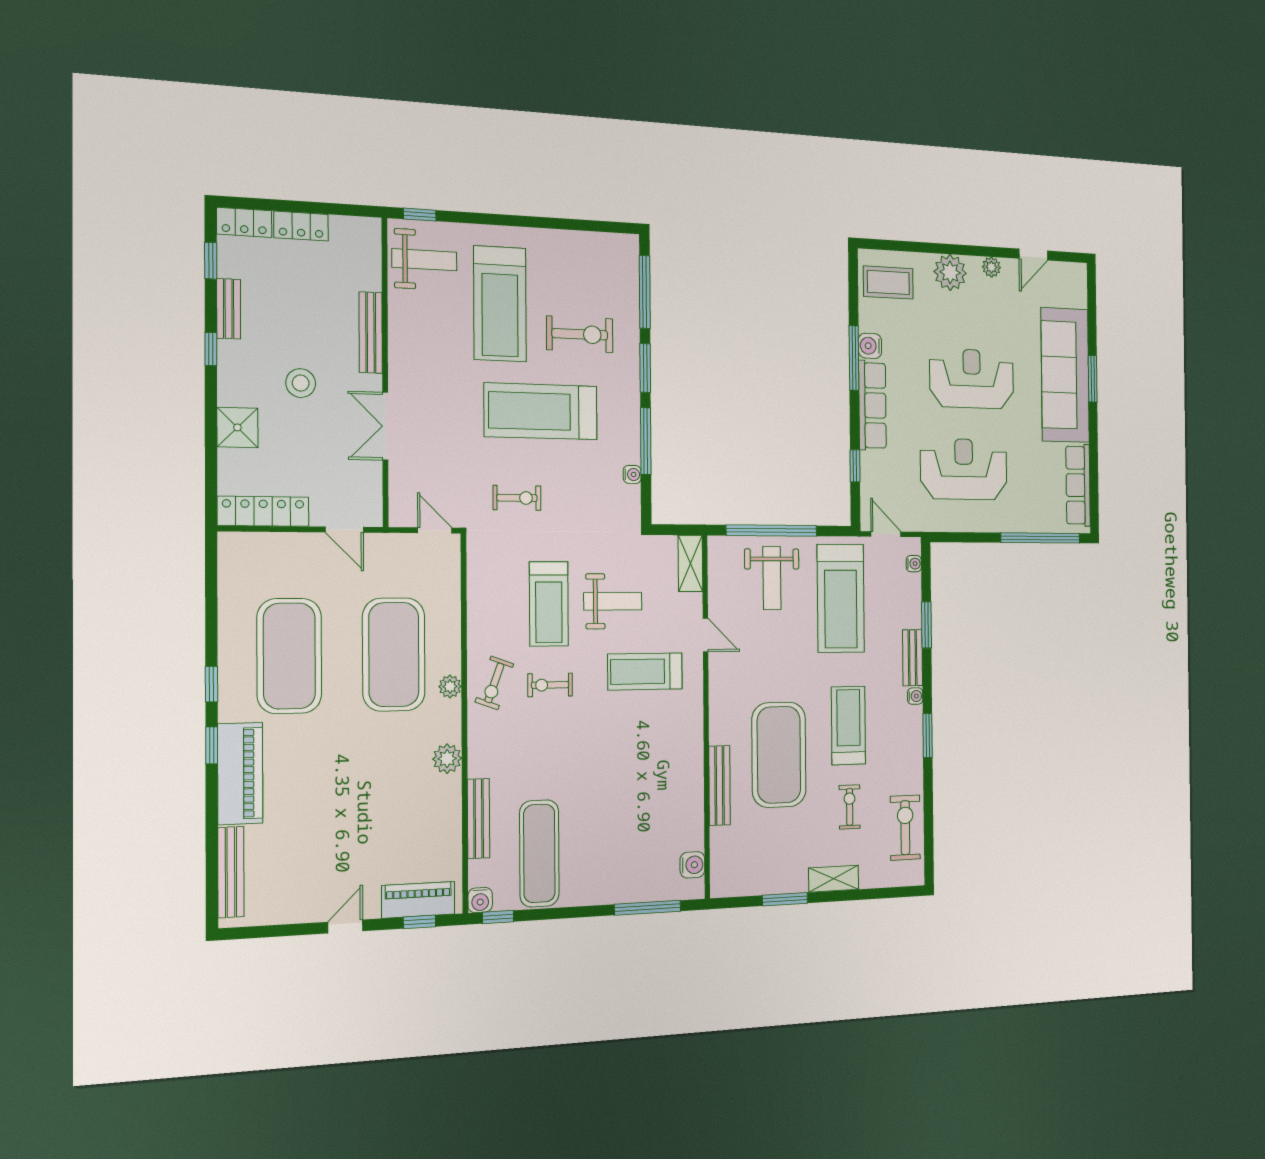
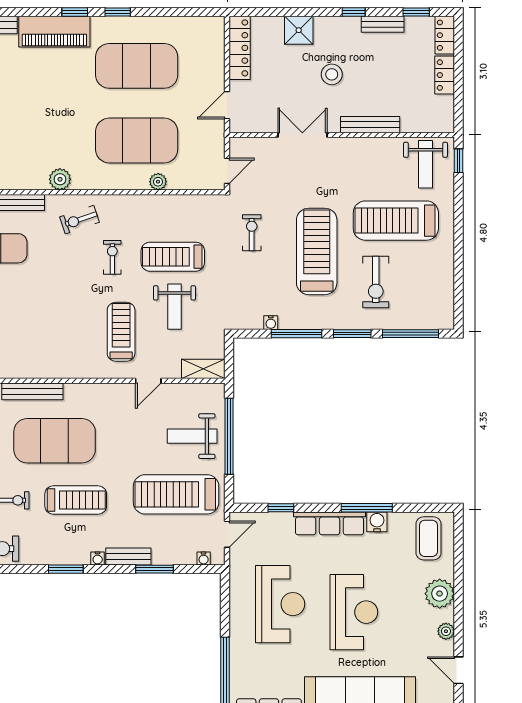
exercise bike: (517, 498) -> (252, 233), turned 180
exercise bike: (494, 683) -> (80, 220), moved, turned -39
plant: (450, 686) -> (158, 182), moved

